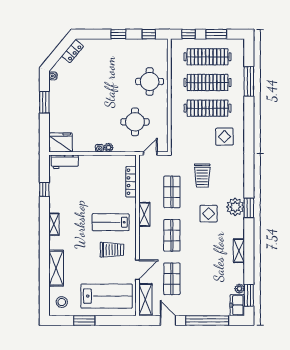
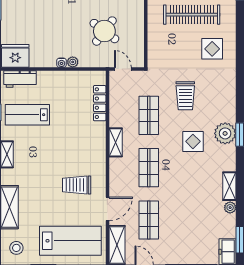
round table: (135, 122) -> (104, 31), turned 37
door: (150, 153) -> (123, 69), hinge flipped
lab bench: (111, 222) -> (27, 115), moved
trolley: (112, 250) -> (77, 185), turned 180
plant: (239, 289) -> (230, 208), moved

